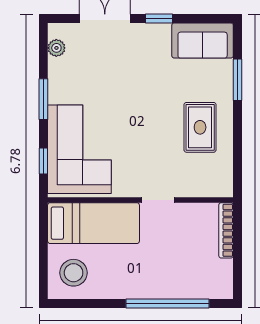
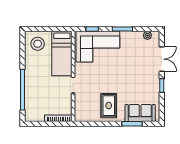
sofa: (203, 40) -> (140, 113), moved, turned 90
rug: (200, 127) -> (109, 106), turned 90

